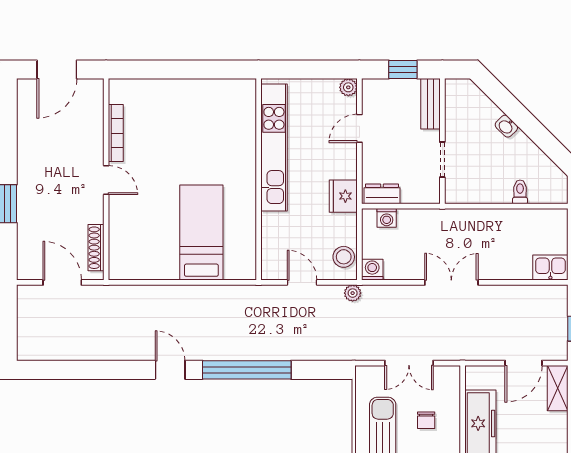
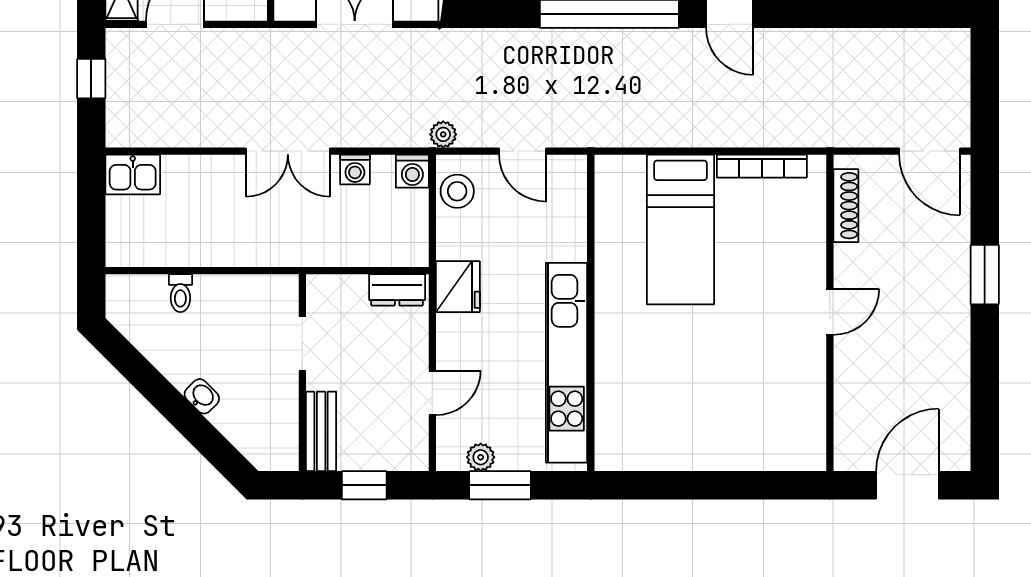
window: (316, 69) -> (500, 485), added
plant: (348, 87) -> (481, 457), moved
bookcase: (116, 133) -> (762, 166), moved, turned -90
door: (106, 180) -> (830, 312), swing flipped
washing machine: (387, 218) -> (355, 169), moved, turned 180
door: (62, 282) -> (930, 151), moved

